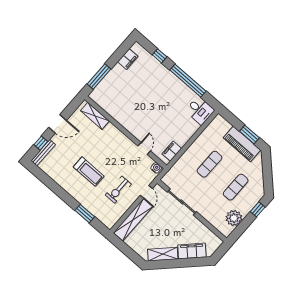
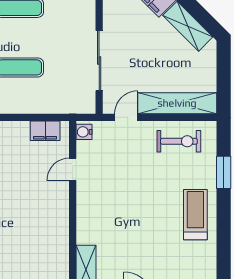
treadmill: (89, 172) -> (195, 215), moved
exercise bike: (118, 190) -> (179, 141), moved

